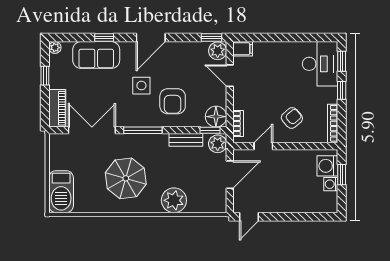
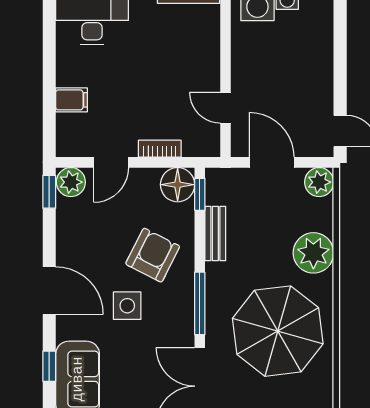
filing cabinet: (243, 49) -> (72, 100), moved, turned 90
armchair: (173, 101) -> (153, 255), turned -63
armchair: (292, 118) -> (180, 61), removed
bookcase: (238, 124) -> (160, 149), moved
plant: (218, 144) -> (319, 182), moved
parasol: (126, 178) -> (278, 331), width x1.36, depth x1.36

